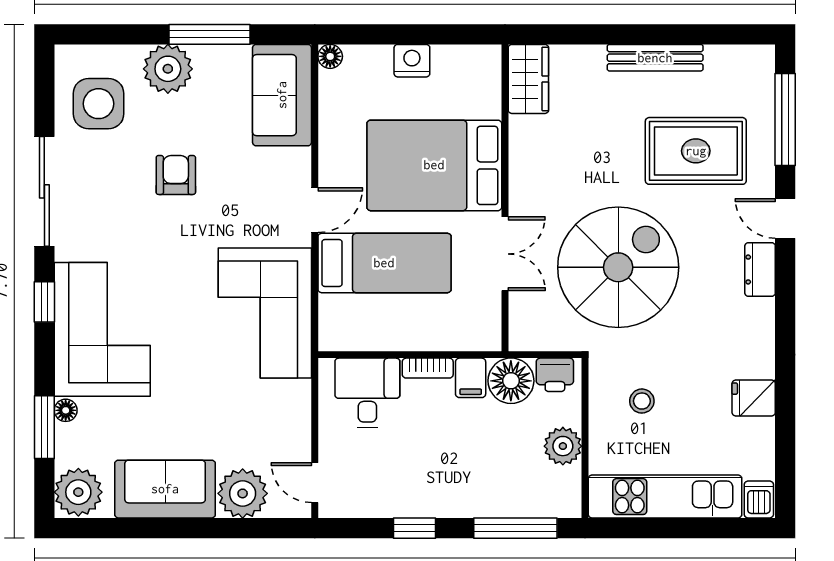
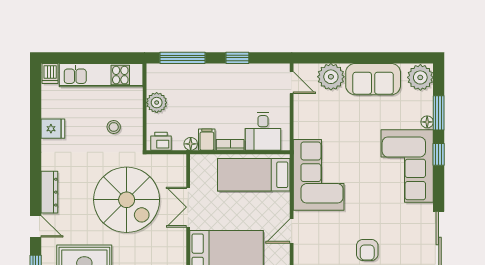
bed: (384, 263) -> (254, 175), moved
spiral stairs: (618, 267) -> (127, 200), turned -90
dresser: (760, 269) -> (49, 192), width x1.44
window: (44, 302) -> (439, 154), moved
floor lamp: (511, 381) -> (191, 144), width x0.53, depth x0.53

